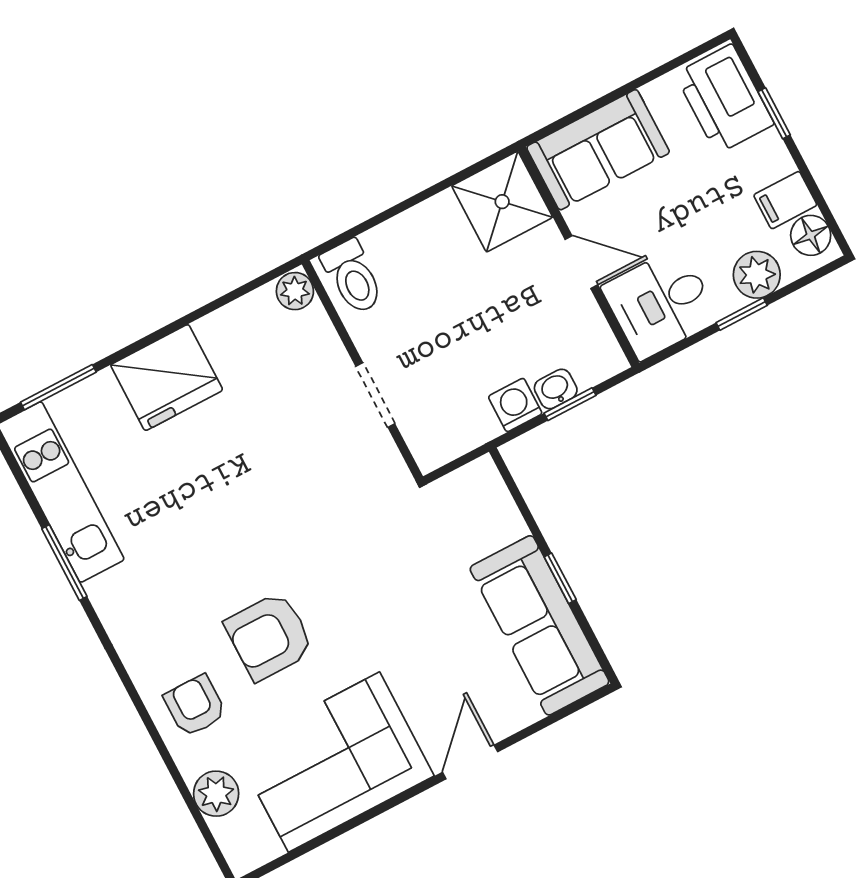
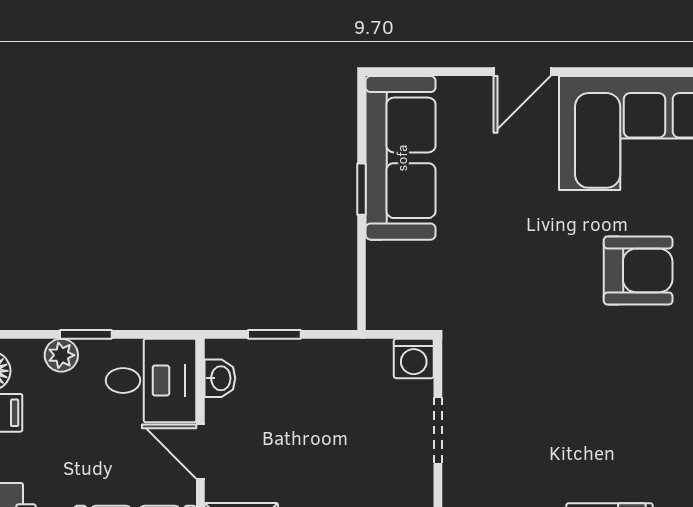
plant: (757, 275) -> (61, 355), width x0.73, depth x0.73
washbasin: (556, 389) -> (220, 378), moved, turned -90
washing machine: (515, 405) -> (414, 358), moved

